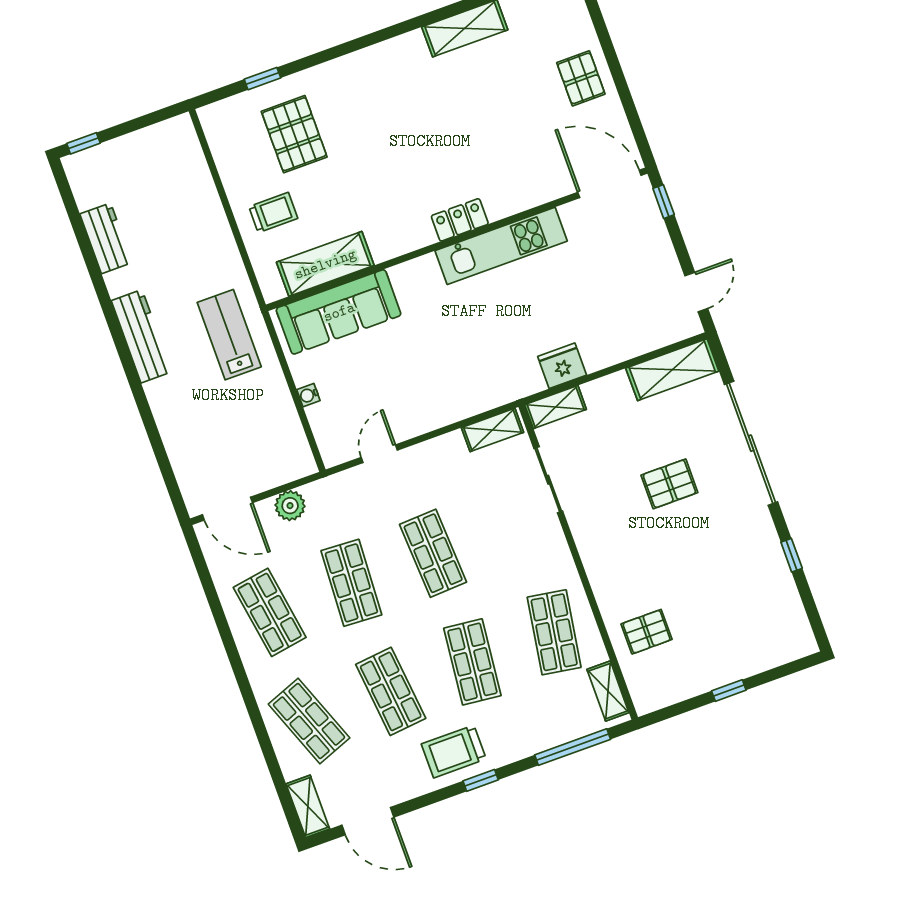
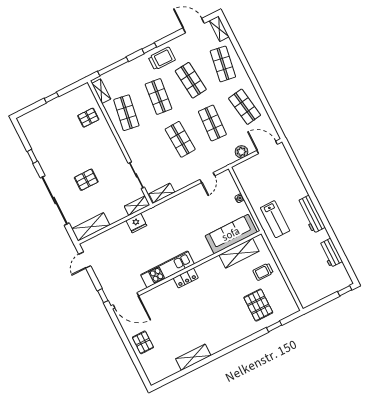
shop shelf: (309, 721) -> (223, 64), turned 30

